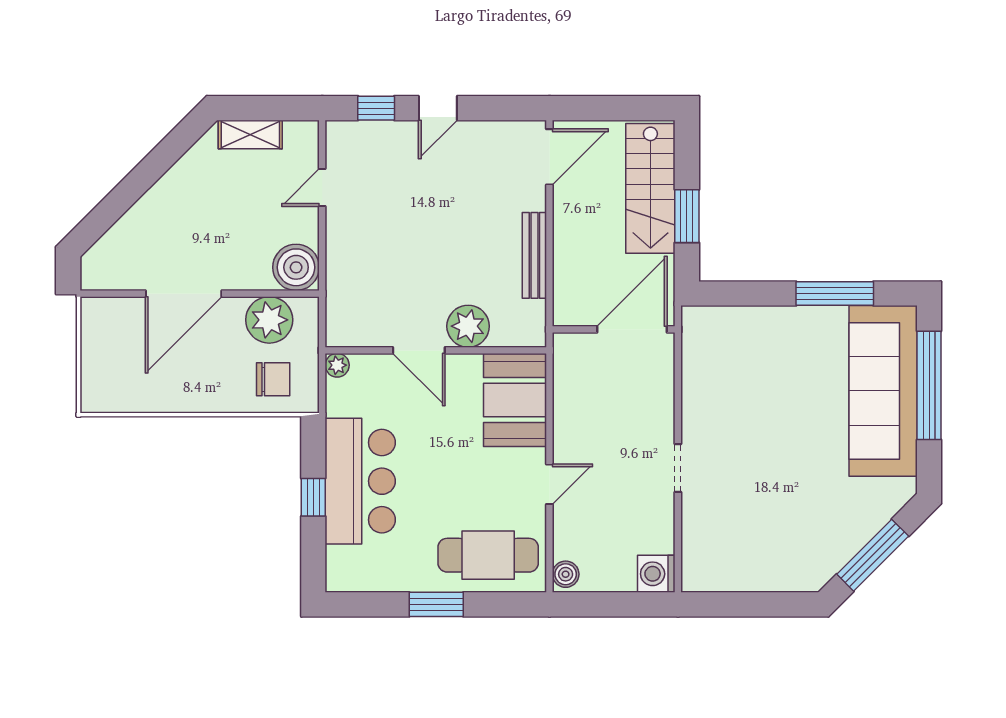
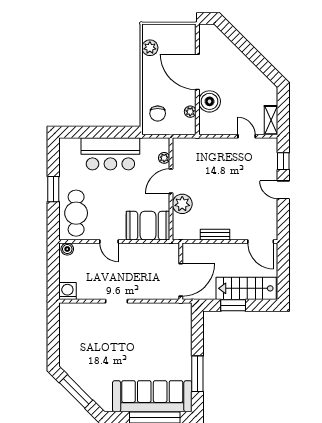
shelving: (250, 134) -> (271, 120), moved
bench: (534, 255) -> (215, 235), width x0.73
boiler: (296, 267) -> (210, 101), moved
plant: (269, 320) -> (190, 112), width x0.53, depth x0.53
door: (632, 329) -> (181, 280), hinge flipped
plant: (337, 365) -> (164, 158), moved
plant: (131, 396) -> (150, 48), added
window: (313, 497) -> (103, 132), removed

